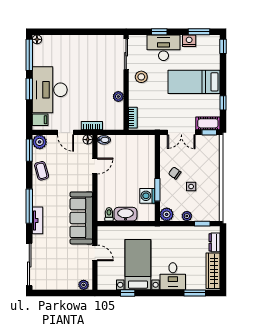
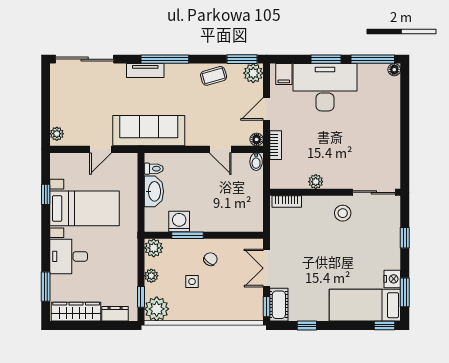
desk: (163, 48) -> (383, 244), removed
bed: (194, 82) -> (365, 305), moved, turned -90
plant: (211, 212) -> (157, 309), added

